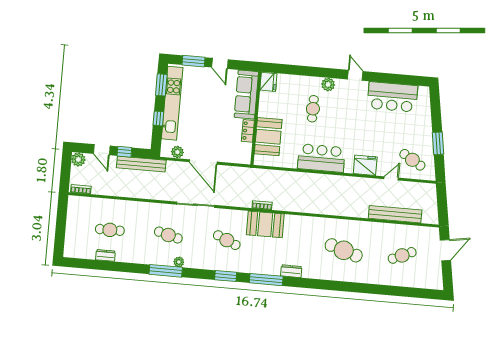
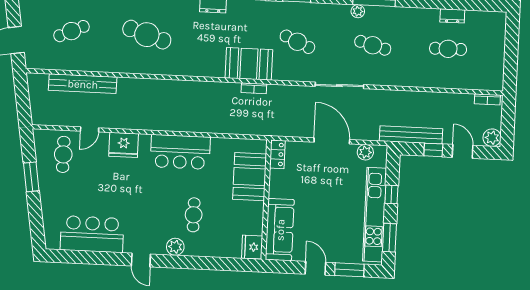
locker: (248, 131) -> (277, 154), moved
cafe table: (412, 160) -> (63, 154), turned 59

